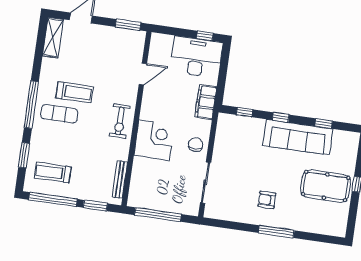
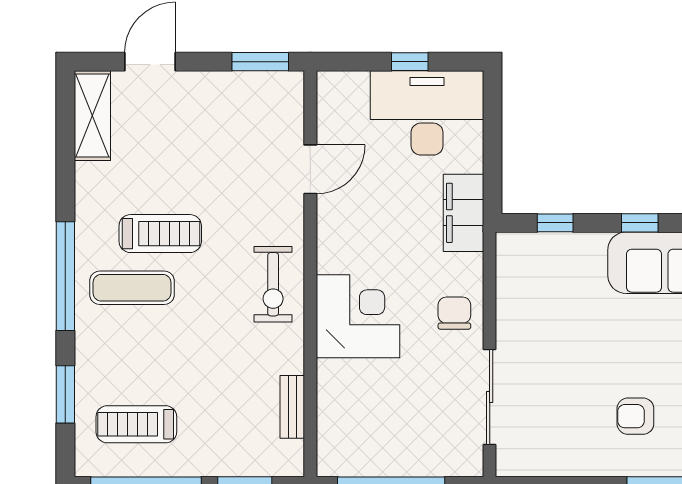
window: (205, 36) -> (410, 62), moved
bench: (120, 180) -> (292, 407), width x0.73

